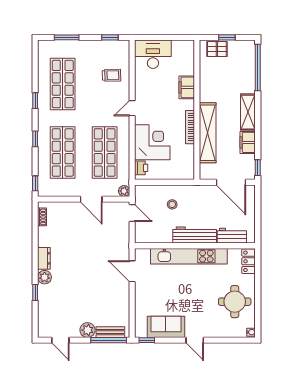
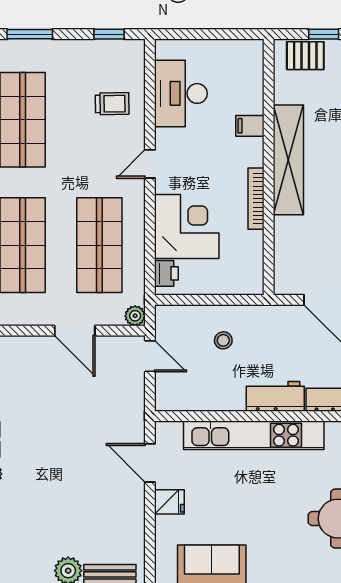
desk: (153, 54) -> (181, 93), moved, turned -90
filing cabinet: (187, 87) -> (250, 126), width x0.50
shelving: (208, 133) -> (288, 160), moved
workbench: (195, 235) -> (275, 396), width x0.73
fridge: (143, 293) -> (169, 502), added

